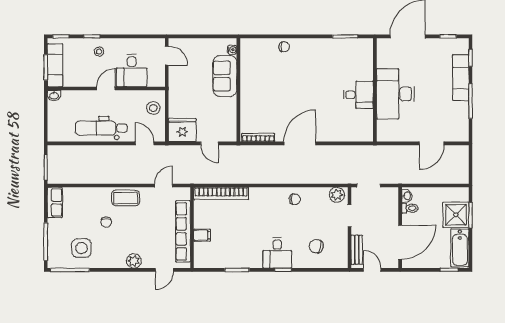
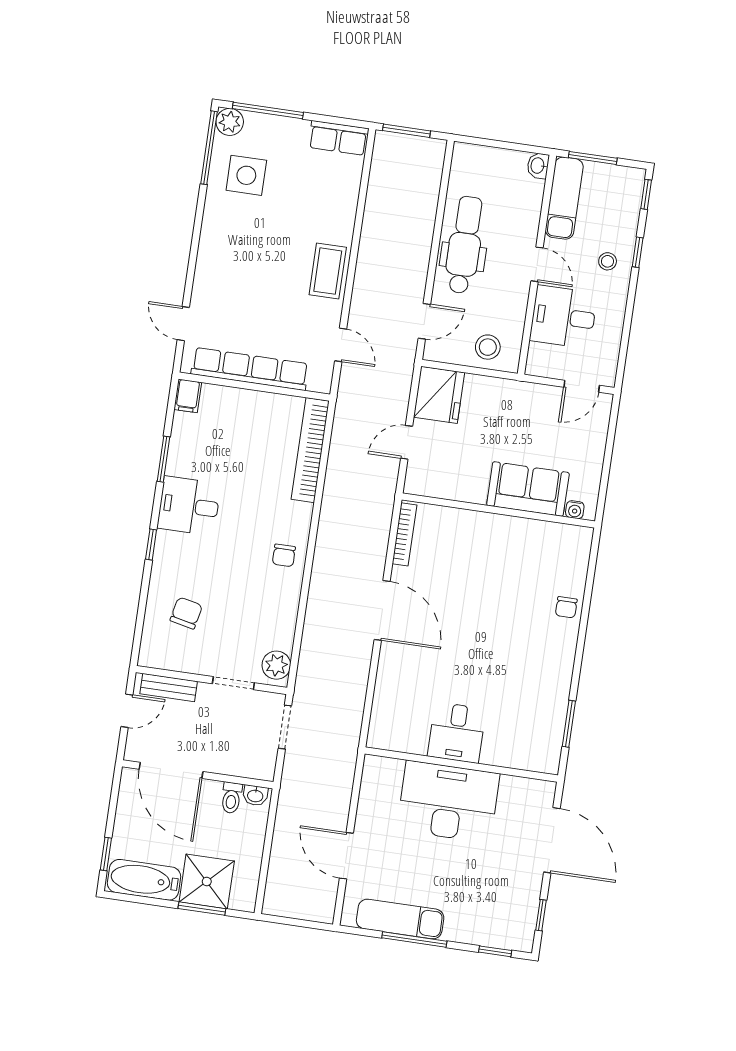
exam couch: (55, 65) -> (564, 198), moved, turned -90
exam couch: (461, 78) -> (400, 919), moved
chair: (295, 199) -> (284, 555), moved
chair: (106, 222) -> (288, 228), removed
filing cabinet: (202, 235) -> (188, 396), moved
desk: (277, 253) -> (189, 506), moved
plant: (134, 261) -> (230, 122), moved

